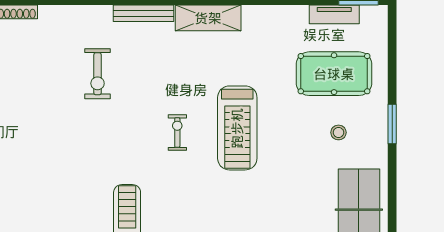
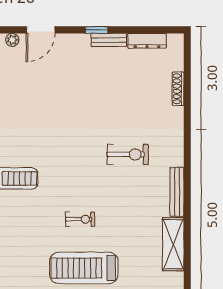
exercise bike: (98, 74) -> (128, 154), turned 180

